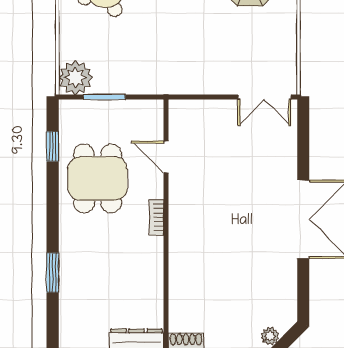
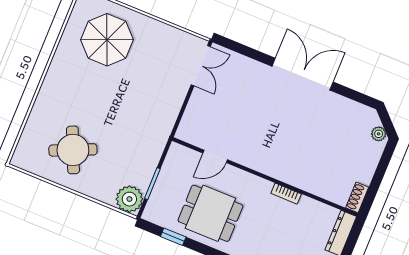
bookcase: (156, 217) -> (286, 194), moved

